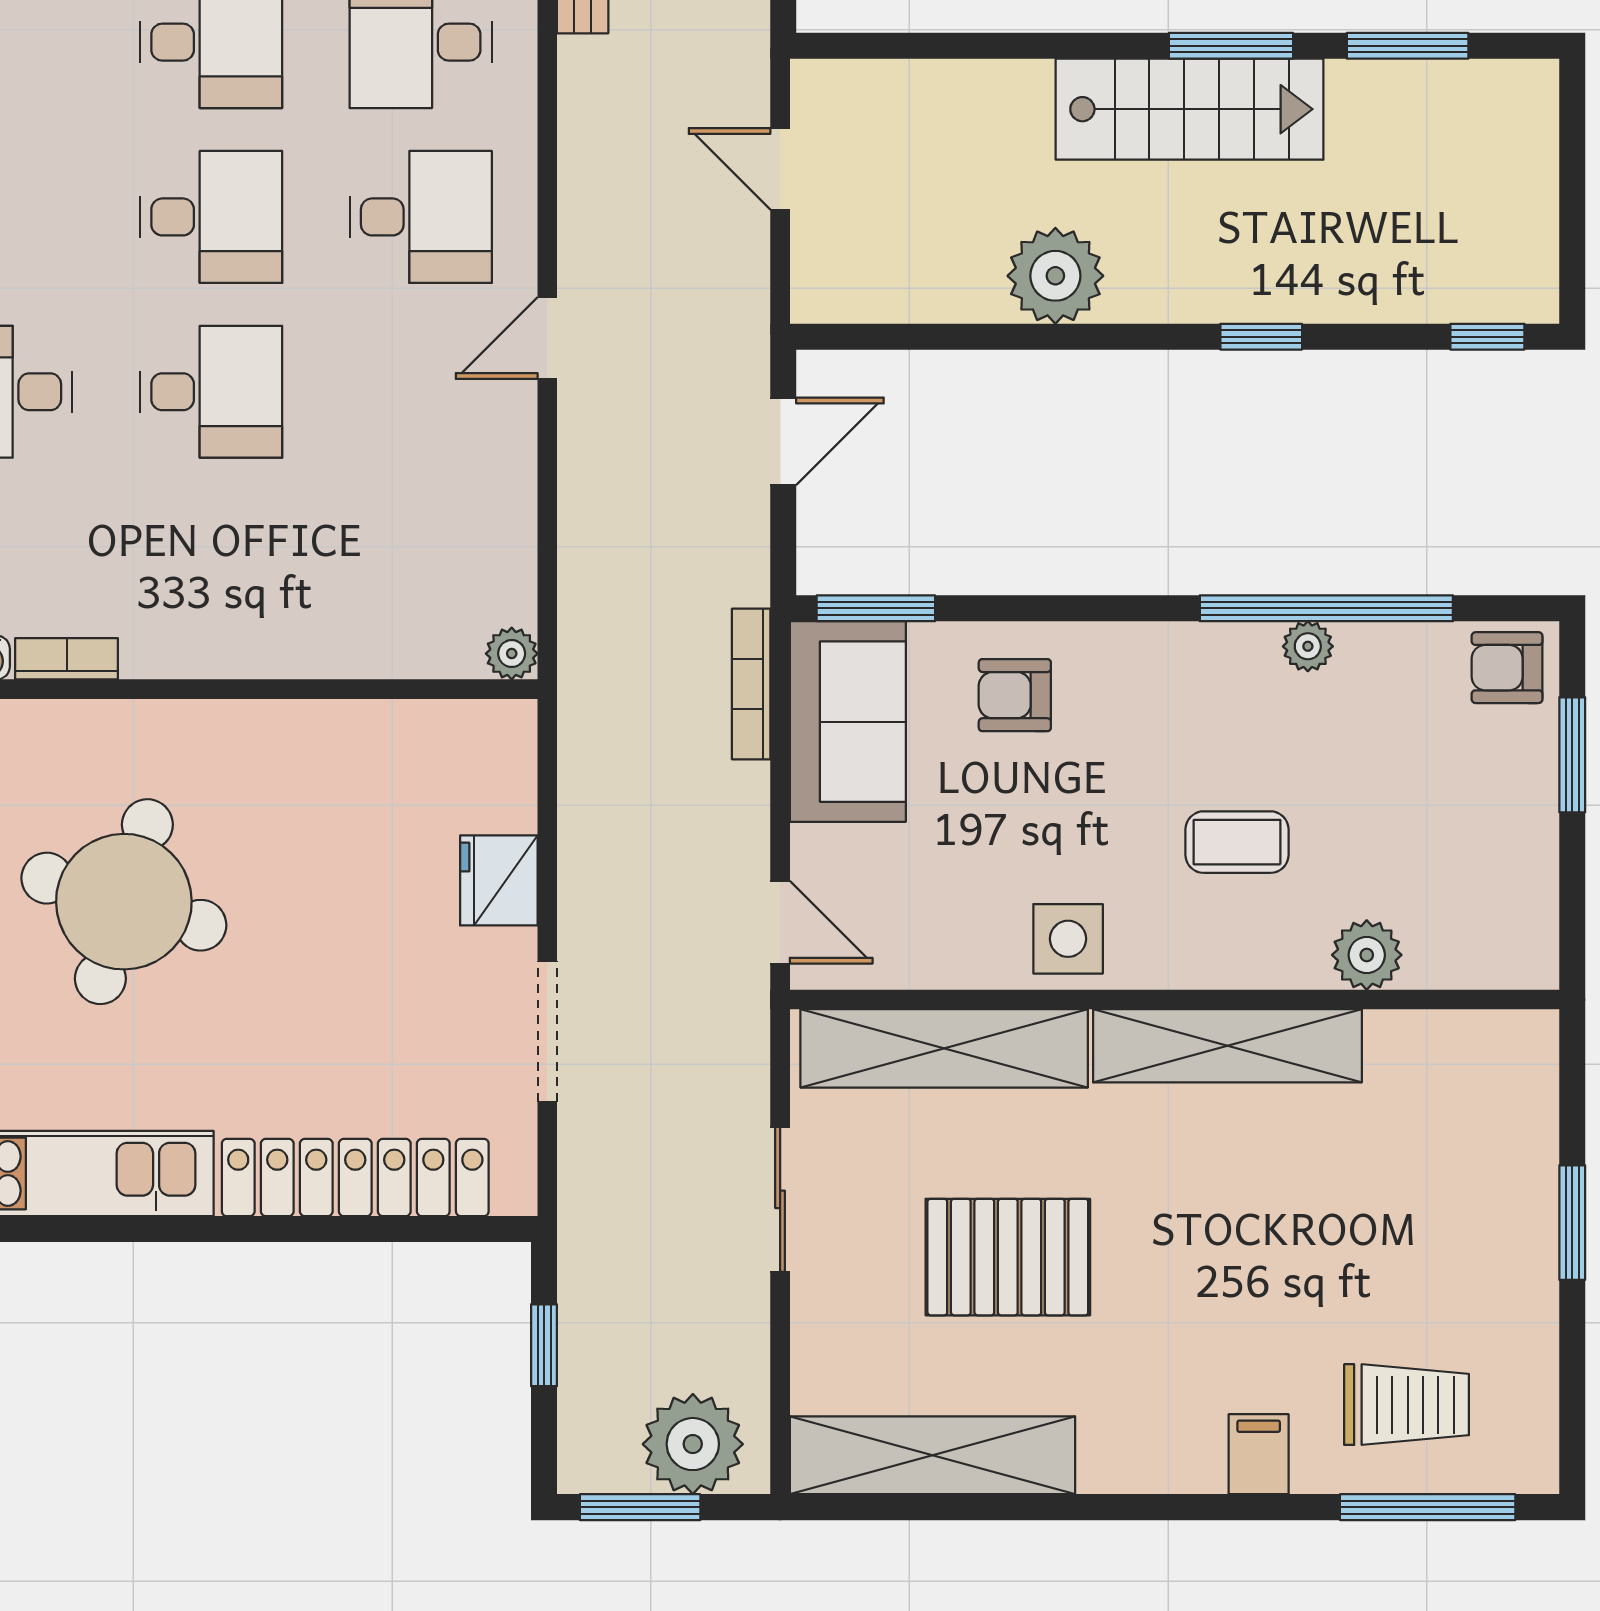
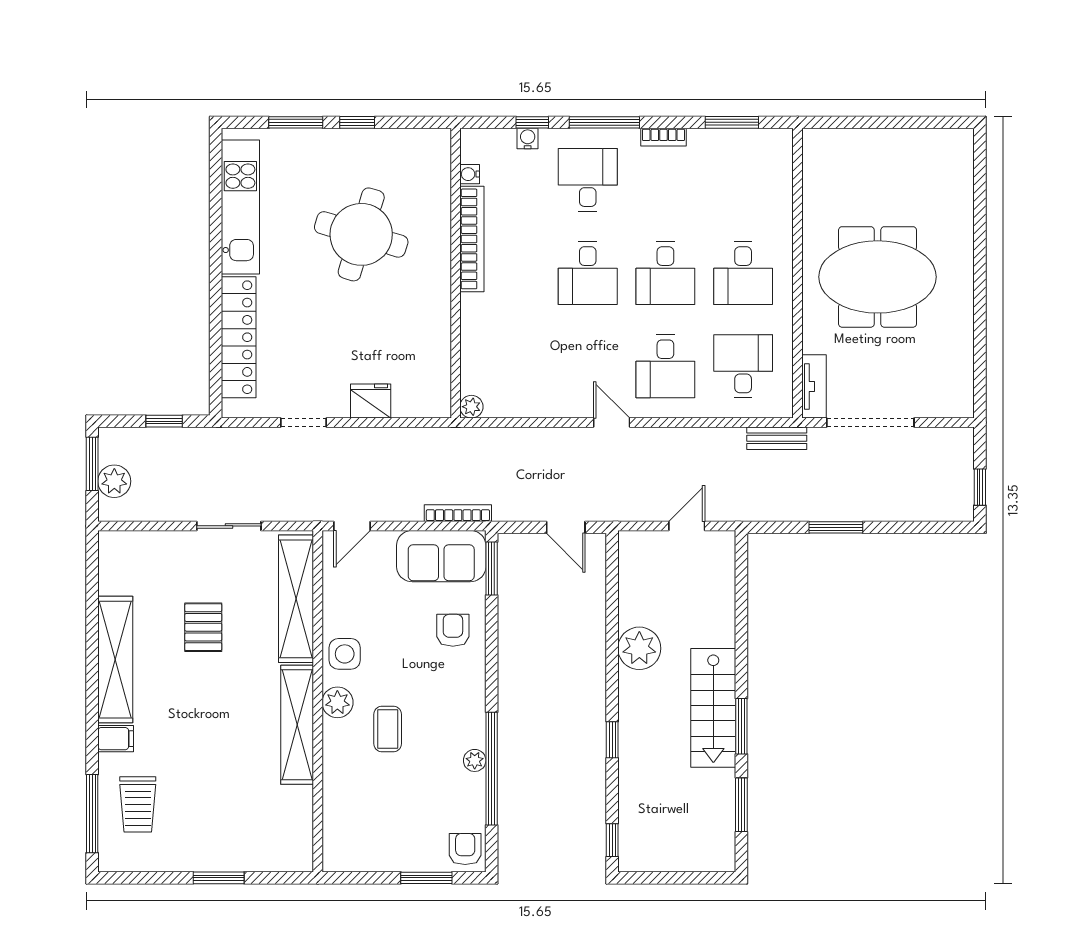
bookcase: (67, 659) -> (472, 239), width x2.31, depth x1.31
plant: (1367, 955) -> (337, 702), moved
doorway: (547, 1031) -> (304, 423), width x0.73
pallet: (1008, 1257) -> (203, 627), width x0.67, depth x0.71
plant: (693, 1444) -> (114, 481), width x0.73, depth x0.73
shelving: (932, 1455) -> (115, 660), moved

